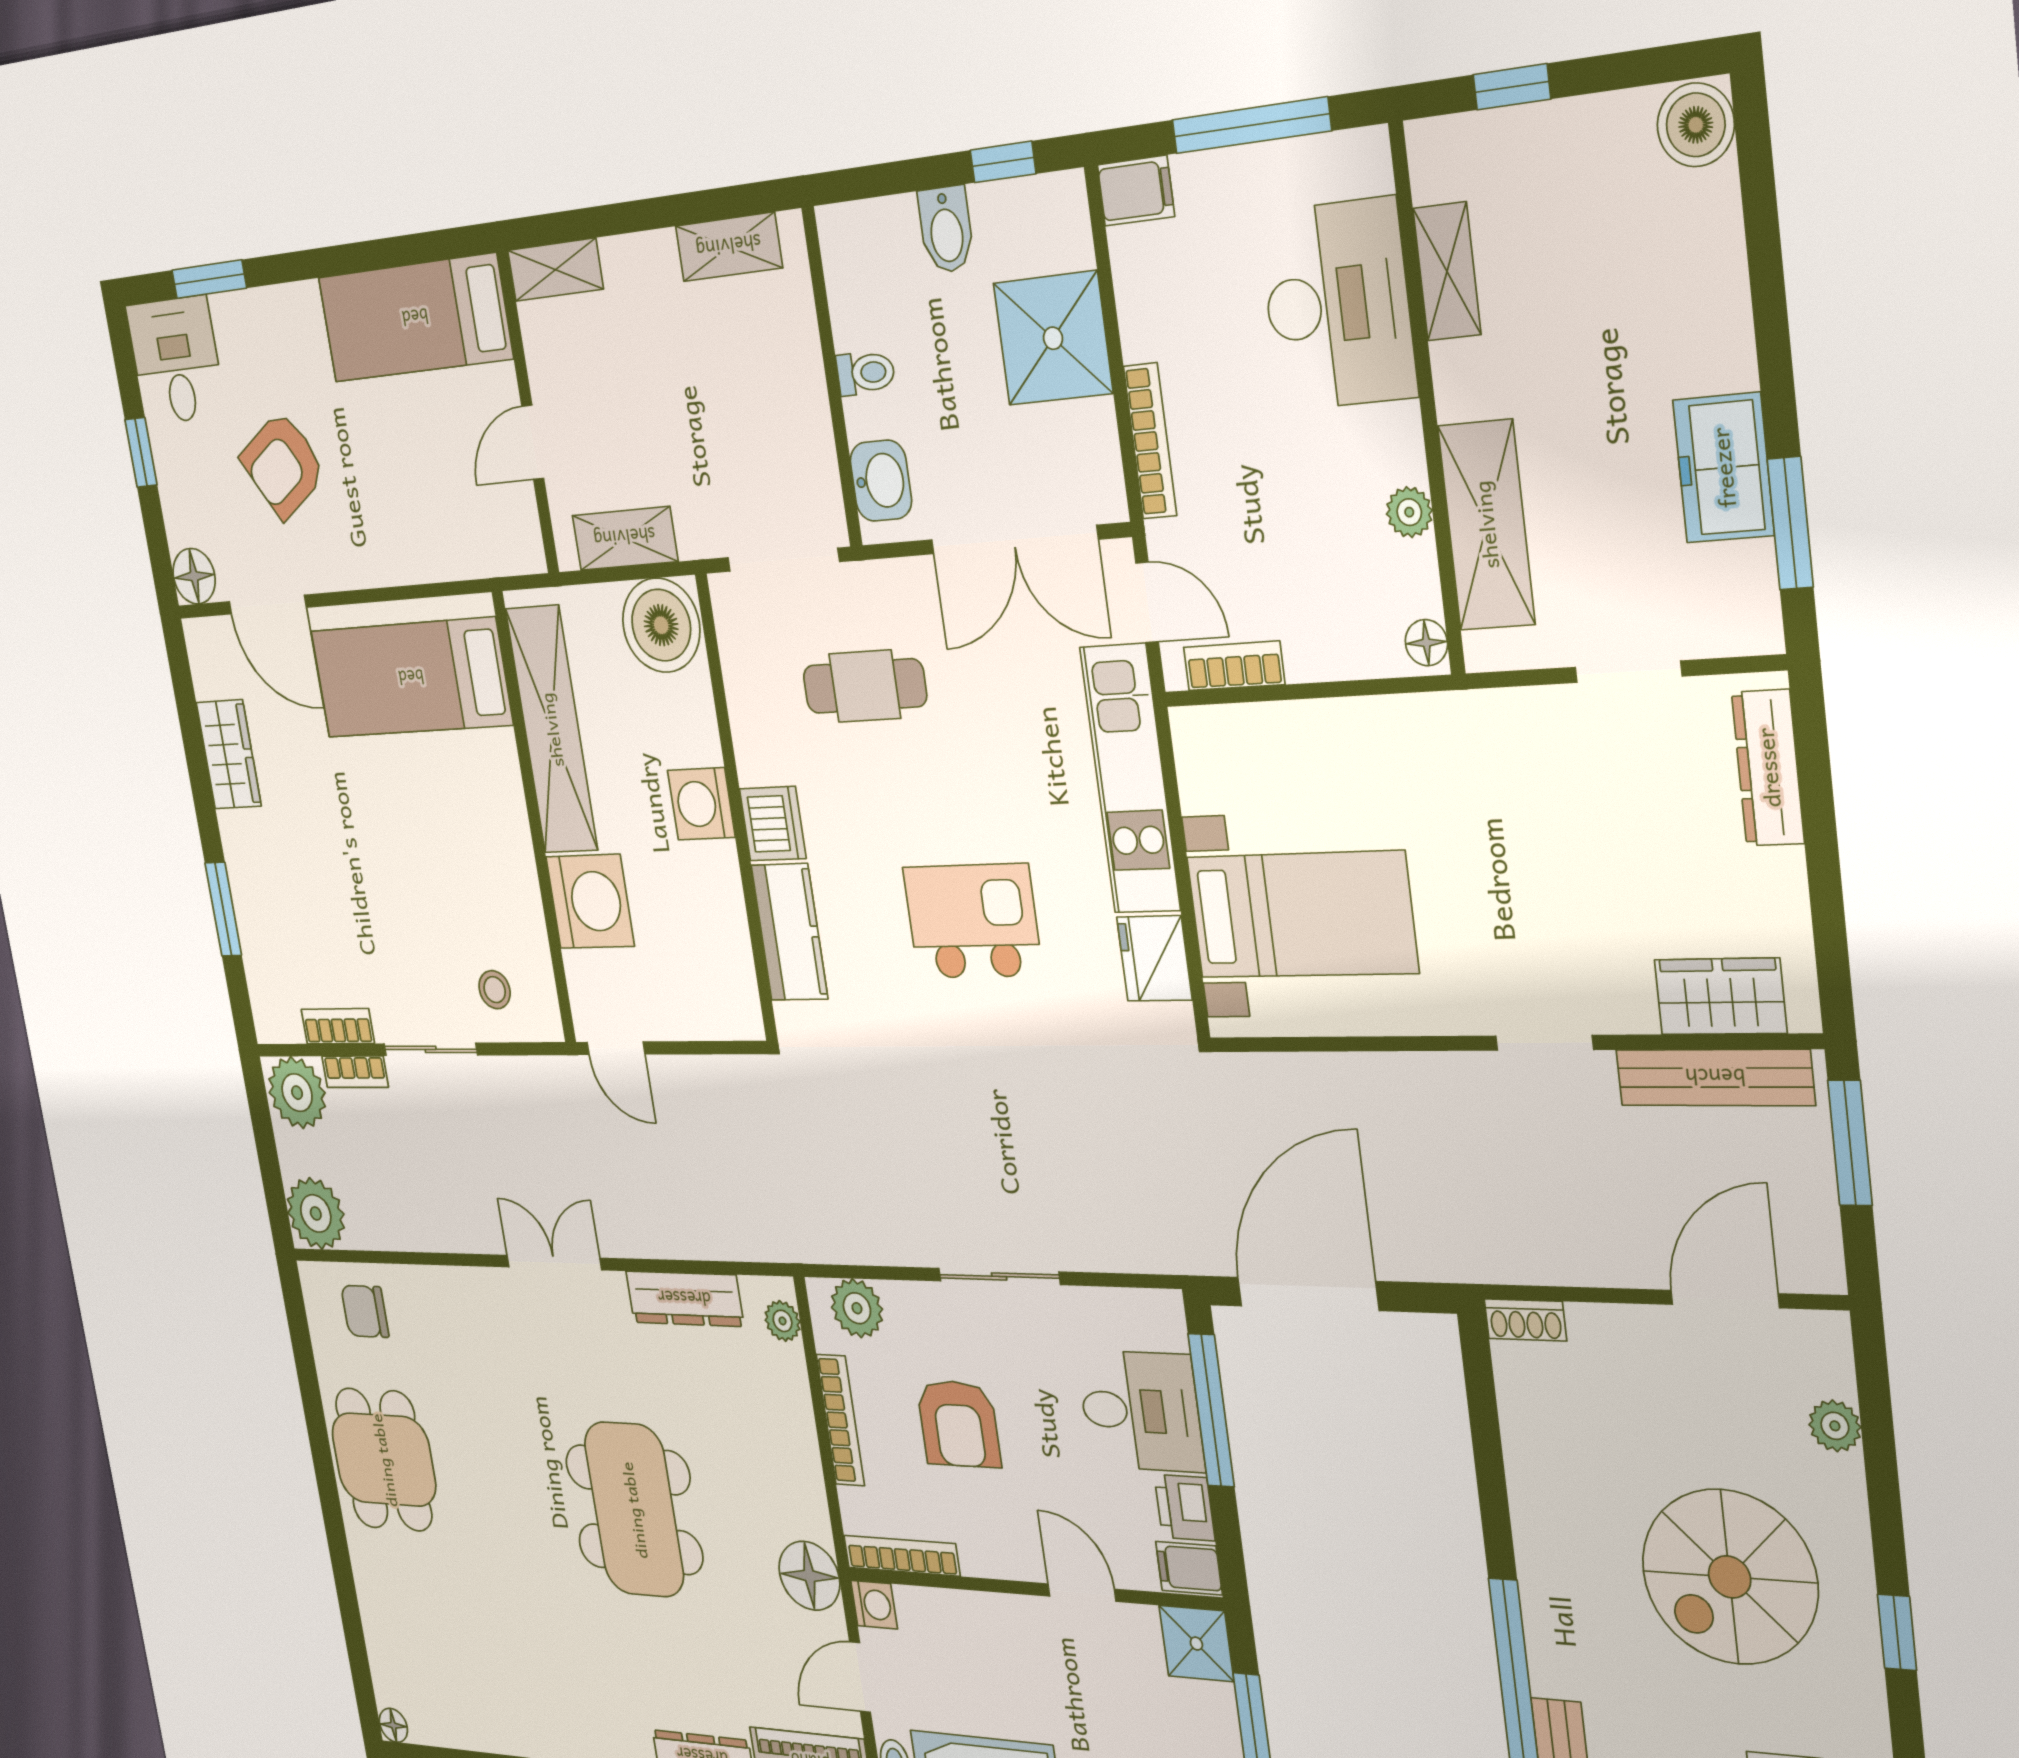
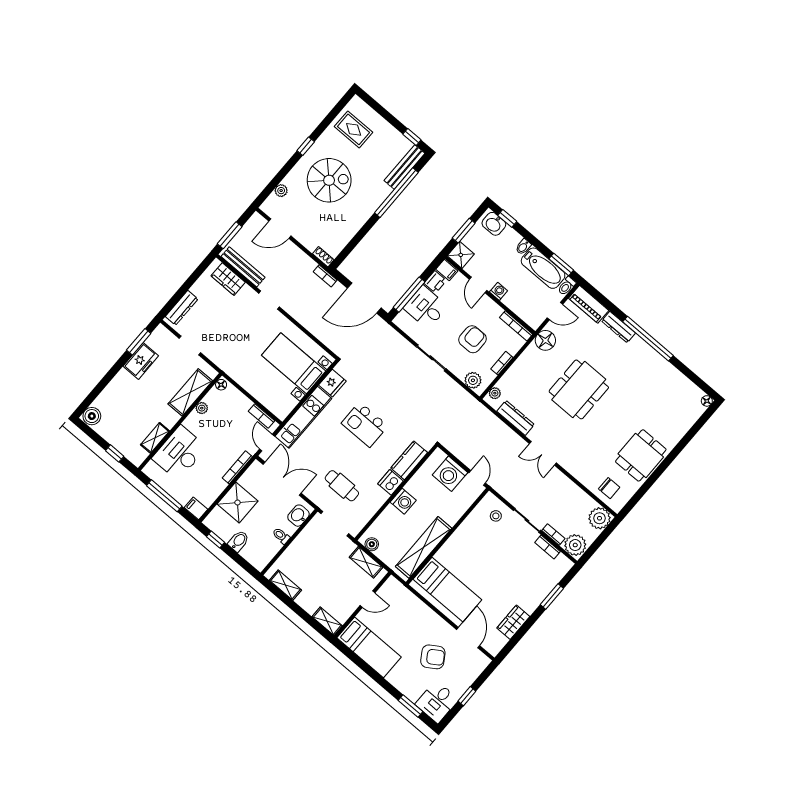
floor lamp: (194, 576) -> (481, 661), removed
boiler: (661, 625) -> (372, 544), width x0.54, depth x0.54
washing machine: (590, 901) -> (450, 474), moved, turned -90
bookcase: (1466, 1265) -> (325, 276), added
bookcase: (840, 1420) -> (502, 363), width x0.64
washing machine: (874, 1605) -> (498, 291), moved, turned 90

